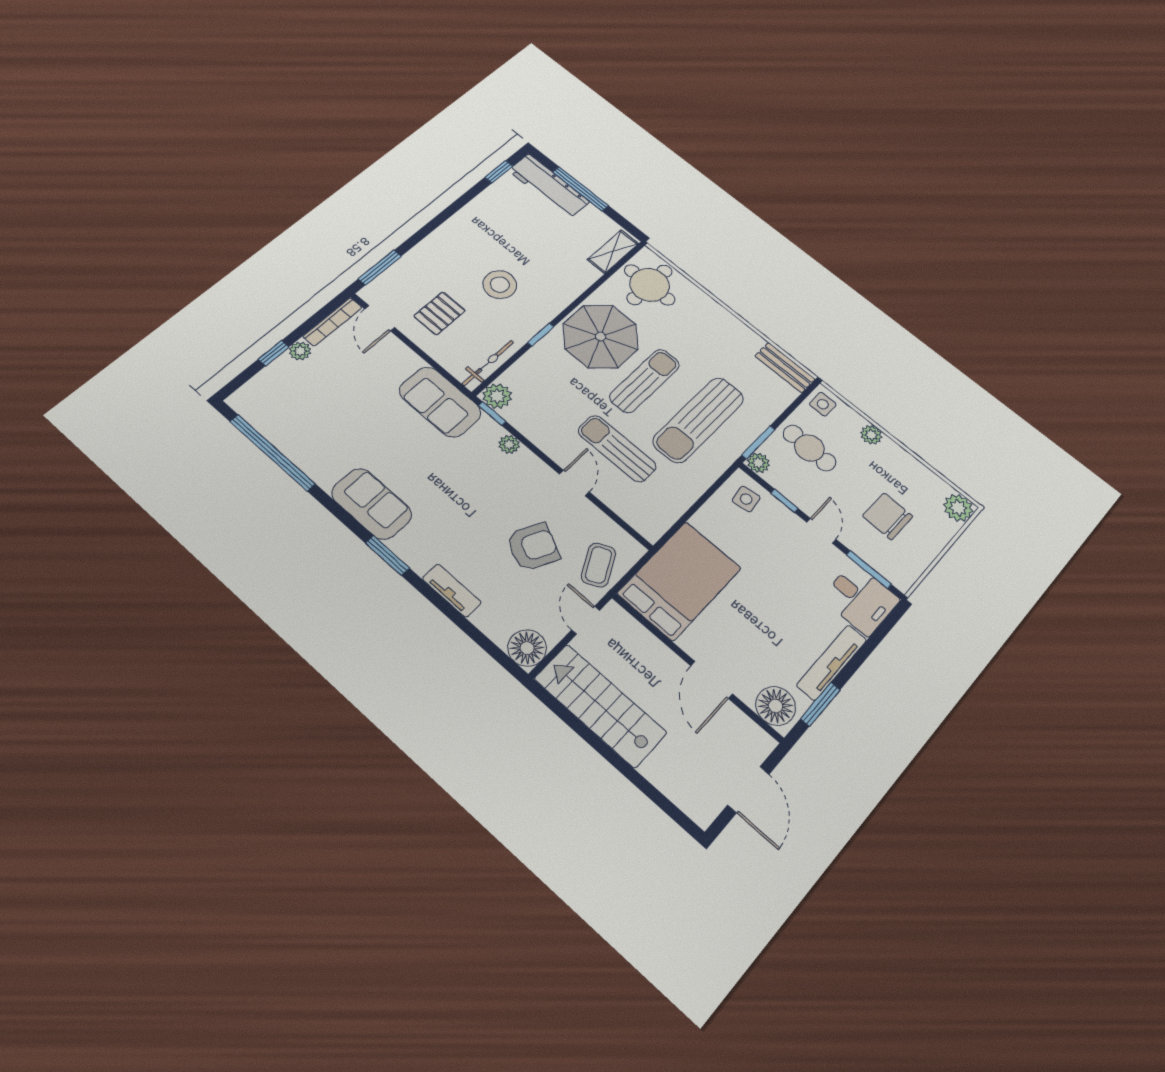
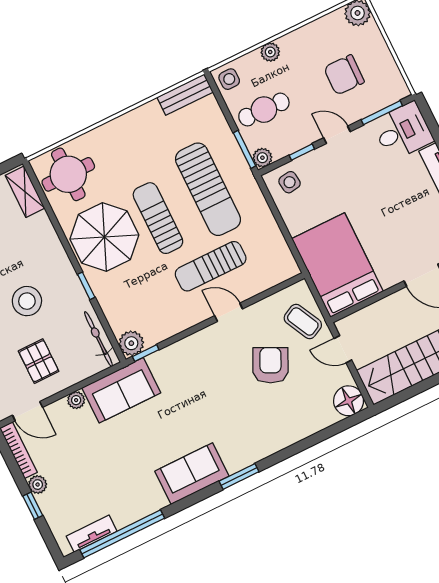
plant: (509, 444) -> (76, 400), moved
tv unit: (452, 591) -> (92, 534), moved

